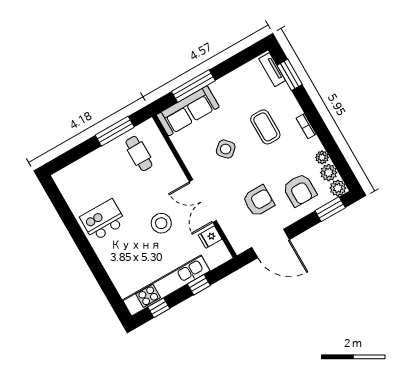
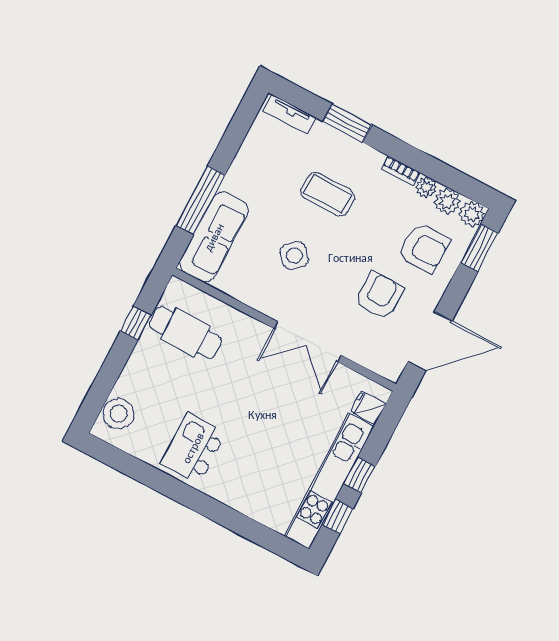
window: (290, 75) -> (347, 123), moved
bookcase: (306, 126) -> (400, 170), moved
window: (115, 131) -> (136, 323), width x0.46
cafe table: (139, 154) -> (185, 332), width x1.37, depth x1.35
stool: (161, 223) -> (119, 414), moved
fridge: (210, 237) -> (368, 408), moved, turned 90
window: (199, 285) -> (359, 475), moved

